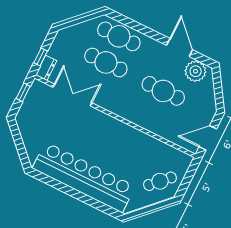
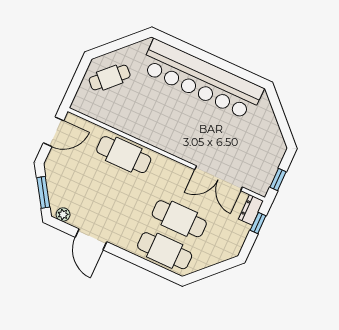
plant: (196, 71) -> (63, 215), width x0.53, depth x0.53
window: (218, 88) -> (43, 192), added
cafe table: (163, 91) -> (124, 155), moved

